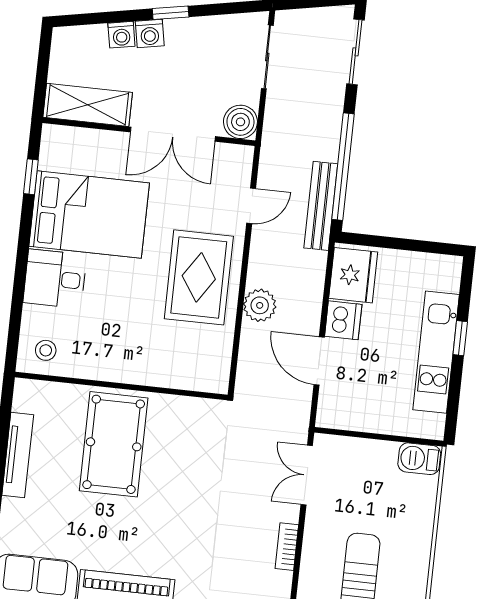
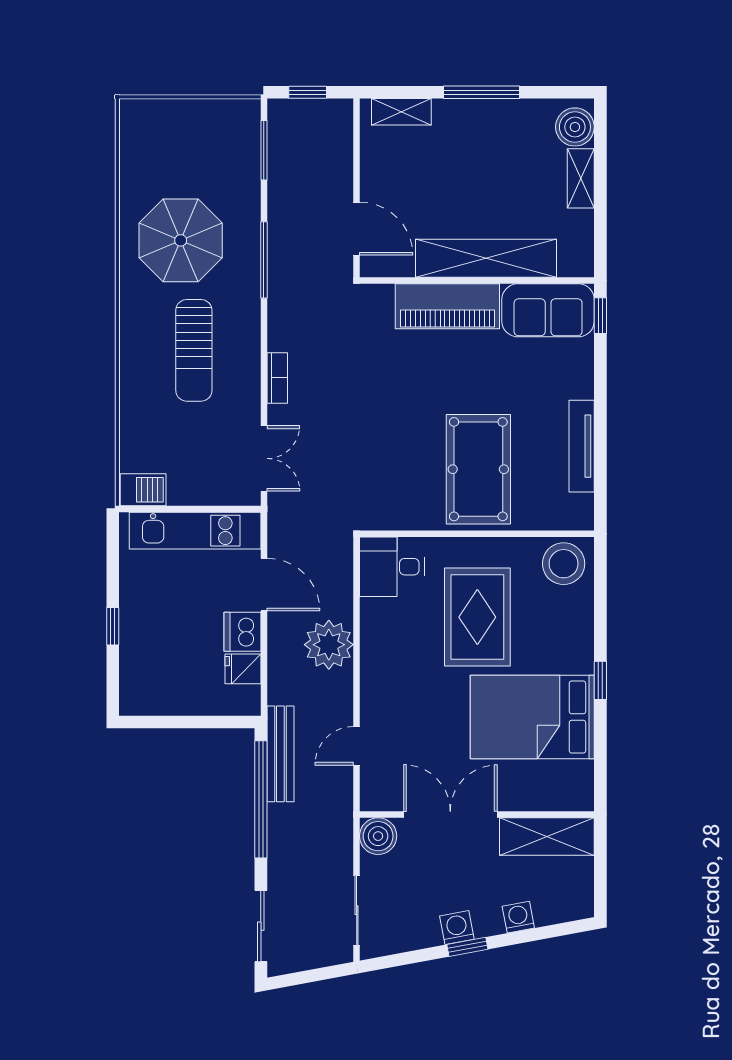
washing machine: (150, 33) -> (457, 928), moved
window: (31, 177) -> (600, 680), moved
fridge: (353, 275) -> (243, 669), width x0.53, depth x0.75
rug: (199, 277) -> (477, 617), moved
desk: (55, 279) -> (392, 567), moved, turned 180
plant: (260, 305) -> (329, 645), width x1.36, depth x1.36
stool: (46, 350) -> (564, 564), width x1.89, depth x1.89
kitchen unit: (436, 352) -> (195, 531), moved, turned 90

